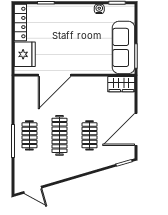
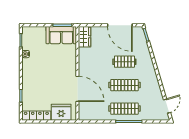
sofa: (124, 47) -> (61, 35), width x0.73
clothes rail: (29, 135) -> (124, 109), width x1.36

